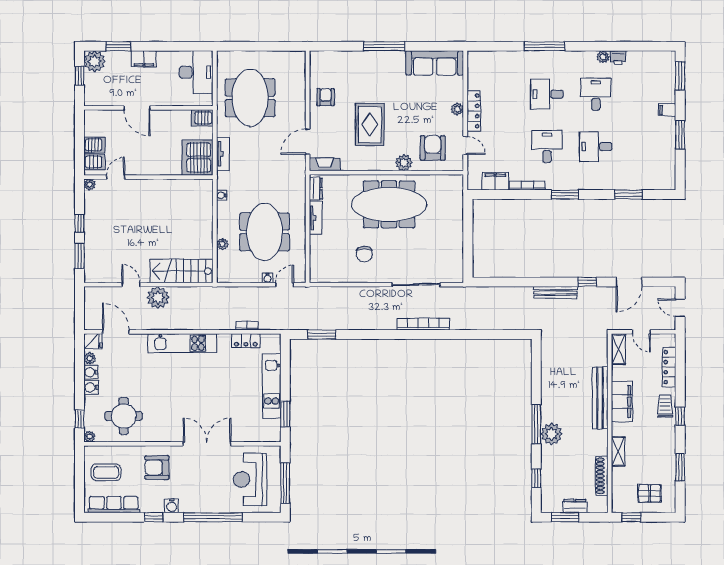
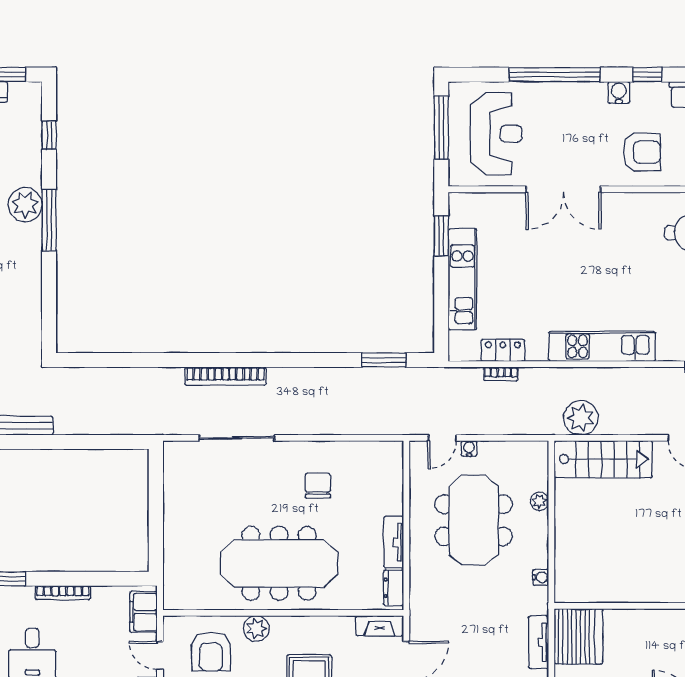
filing cabinet: (495, 181) -> (143, 612), moved, turned 90
plant: (158, 297) -> (581, 418), moved

